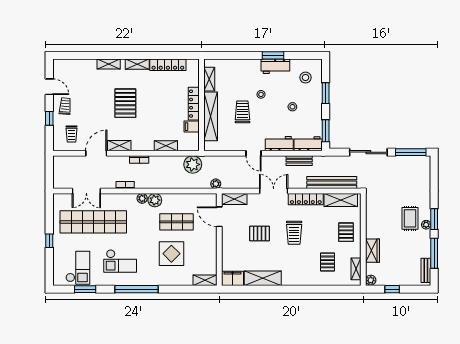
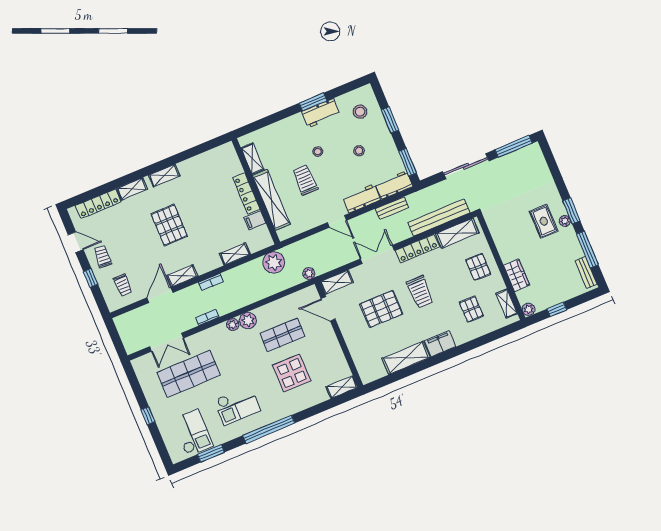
locker: (168, 65) -> (98, 204), moved
shop shelf: (93, 222) -> (189, 374), width x0.71
pallet: (260, 233) -> (381, 309), width x1.50, depth x1.42
filing cabinet: (233, 278) -> (440, 344), moved

